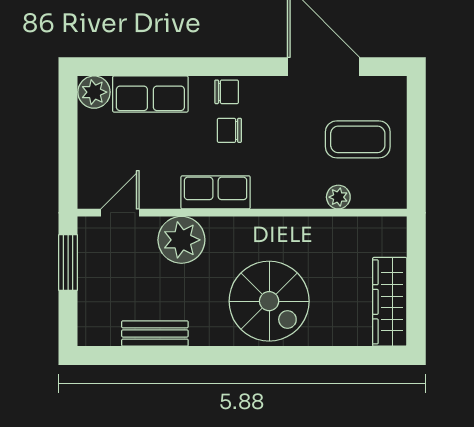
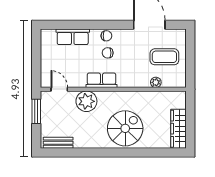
plant: (94, 92) -> (48, 36), removed
door: (120, 213) -> (59, 89), hinge flipped
spiral stairs: (269, 301) -> (125, 128), turned -90
bench: (155, 333) -> (58, 143), moved

